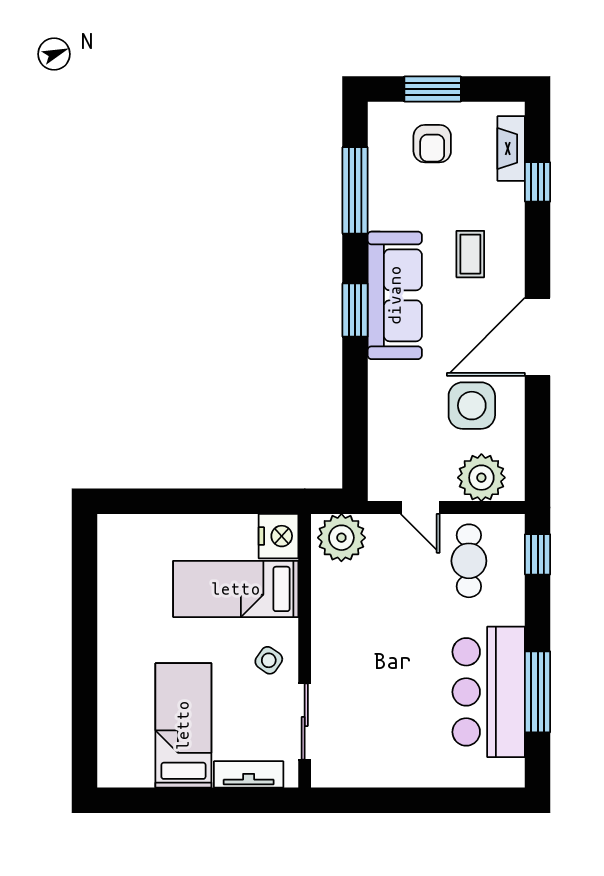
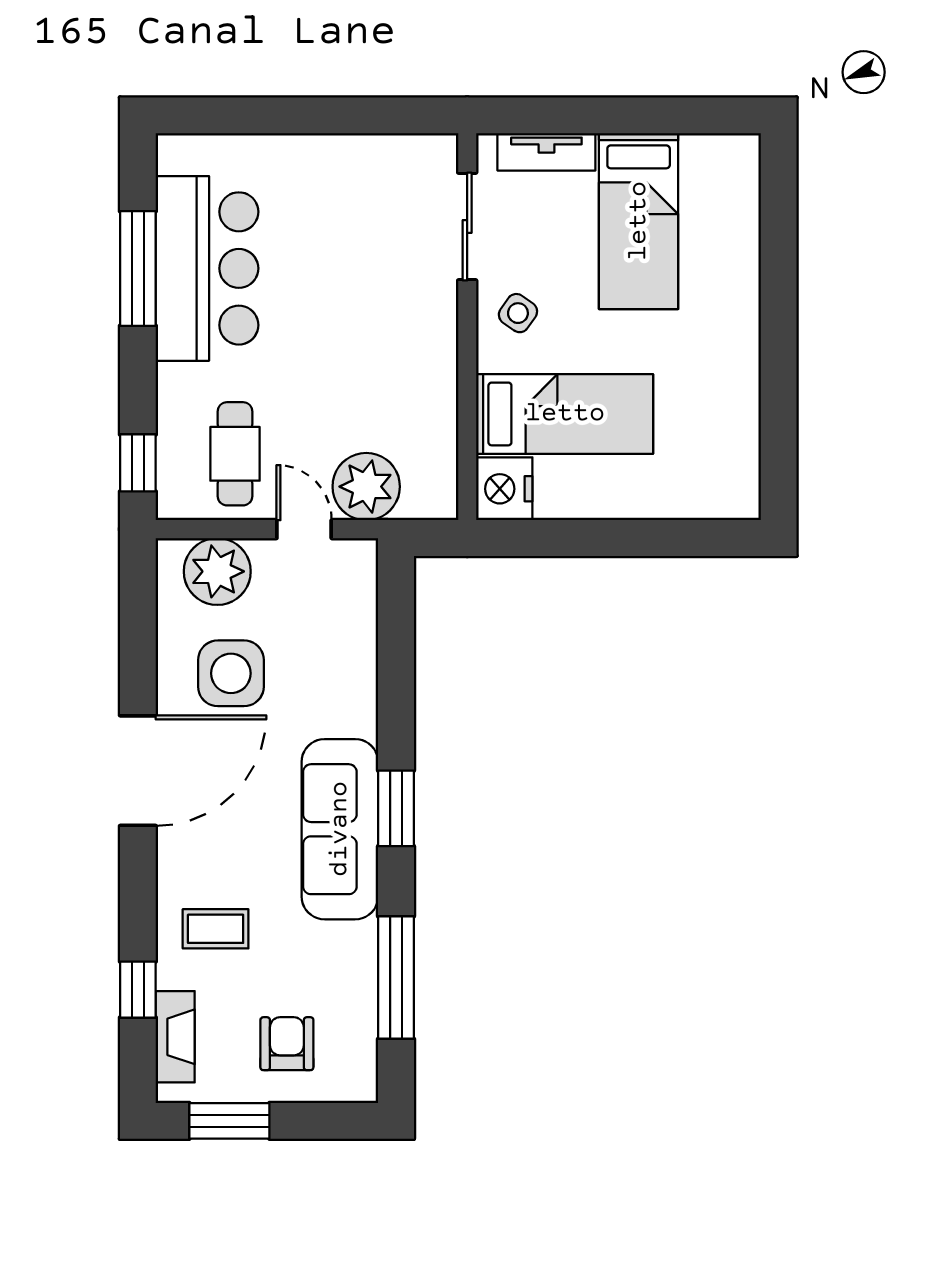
window: (433, 89) -> (229, 1121), moved
coffee table: (470, 254) -> (216, 929), moved, turned 90
plant: (341, 538) -> (366, 487), moved

